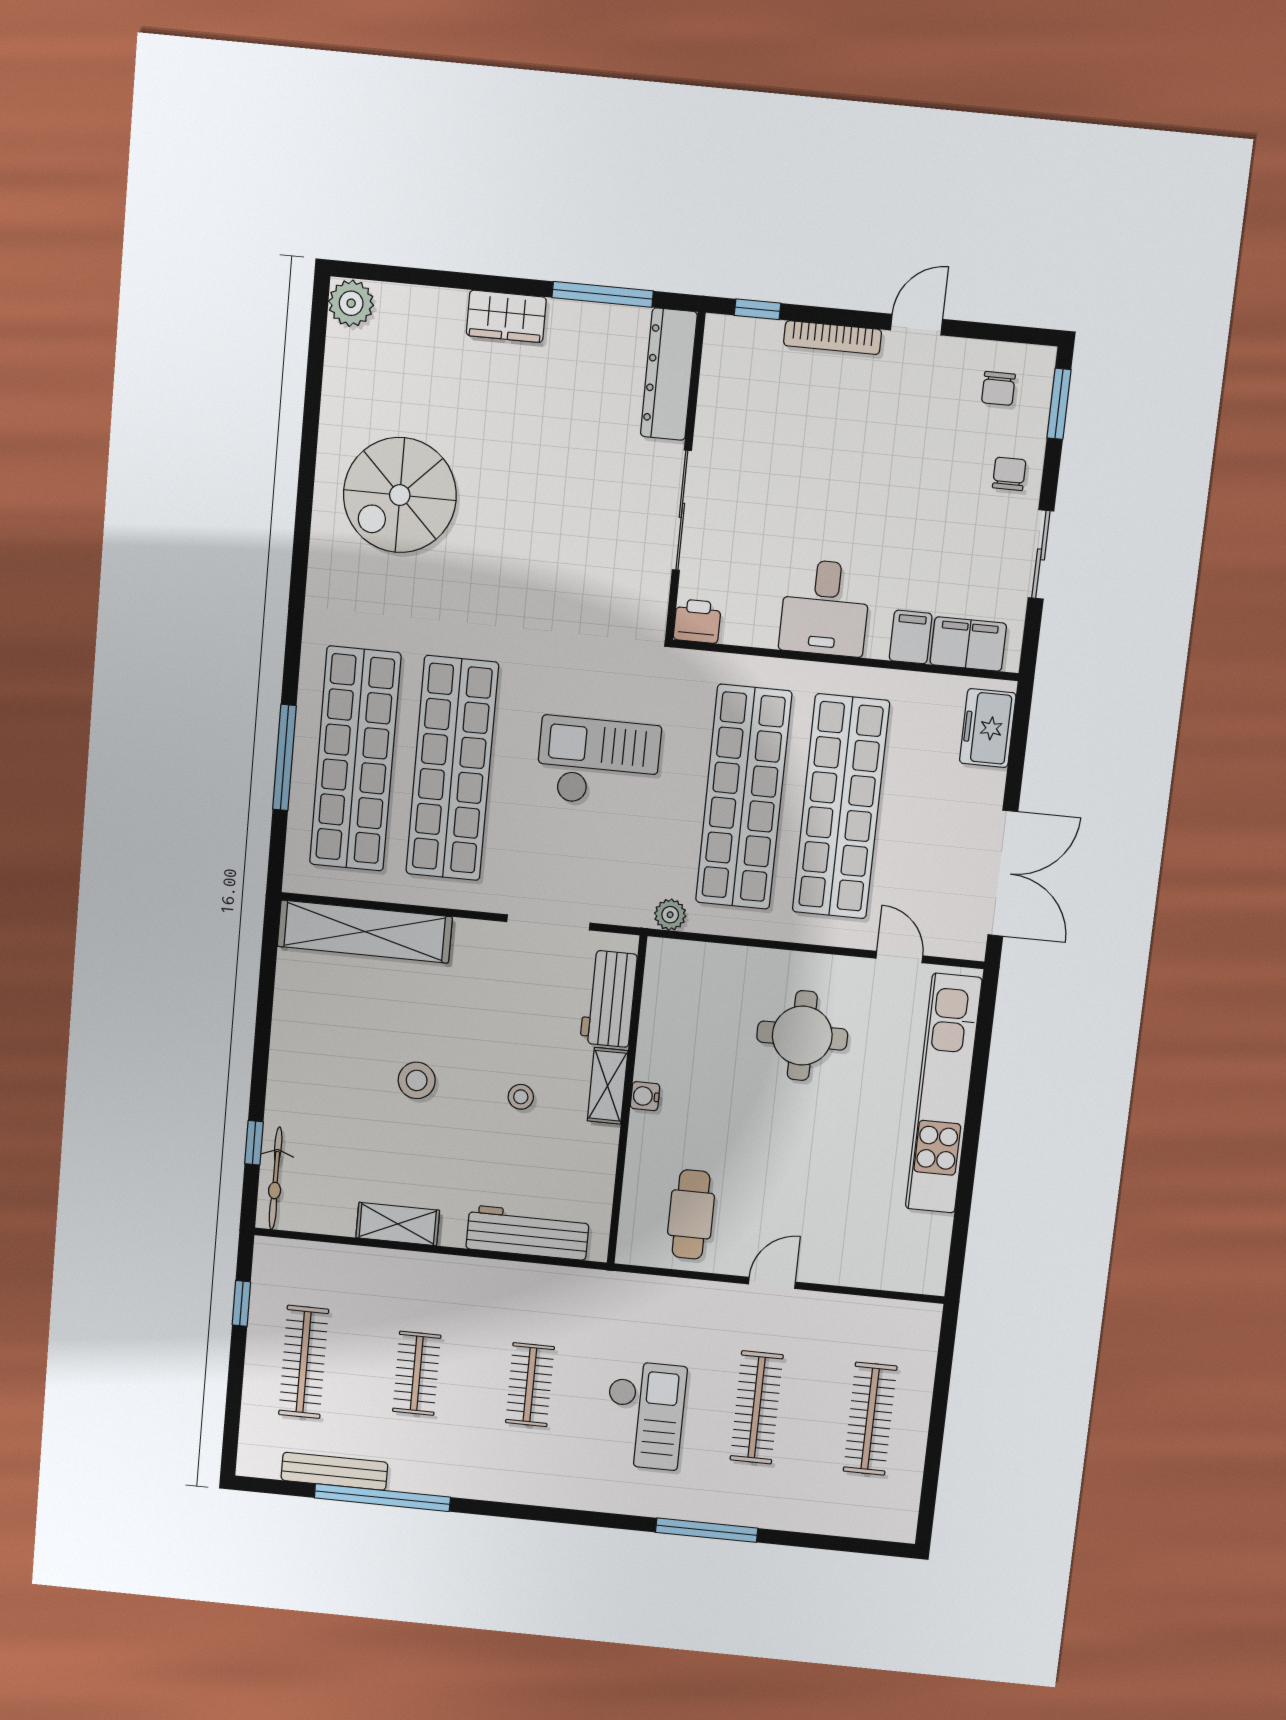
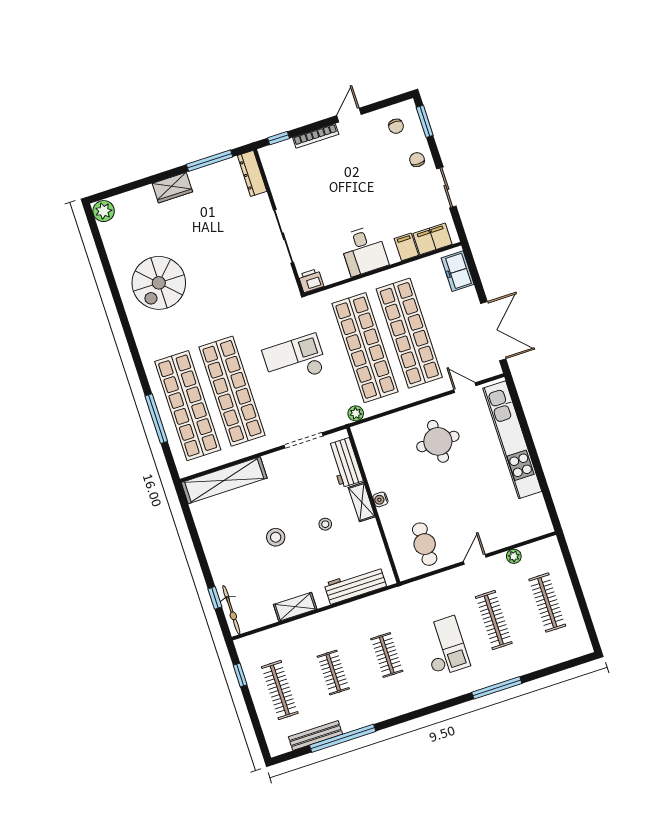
dresser: (669, 374) -> (252, 173), width x0.73, depth x0.80
plant: (847, 1309) -> (514, 556), added

